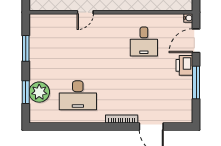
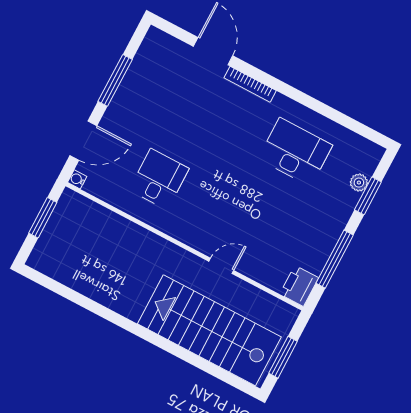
window: (26, 48) -> (335, 259), width x1.44
printer: (184, 65) -> (299, 286), moved, turned 180
plant: (39, 92) -> (359, 183), width x0.53, depth x0.53

